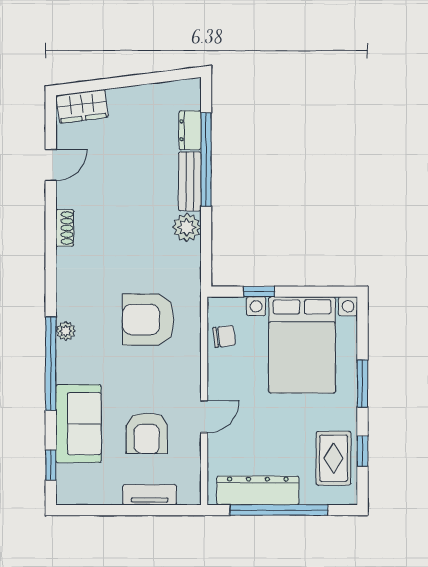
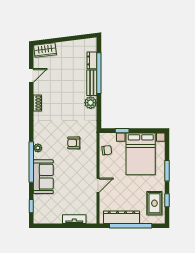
armchair: (148, 320) -> (74, 143), width x0.53, depth x0.53
sofa: (78, 424) -> (43, 177), moved
armchair: (147, 433) -> (73, 192), removed

